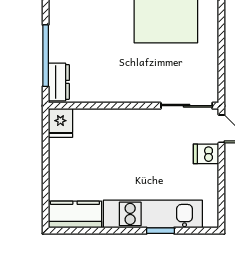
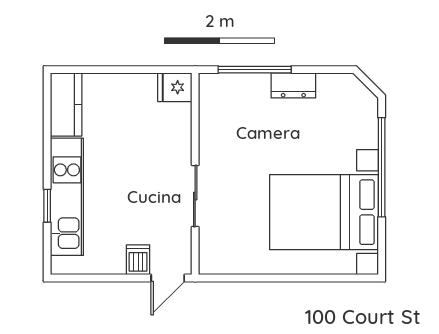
dresser: (59, 82) -> (293, 85), moved
sliding door: (187, 106) -> (195, 196), moved

